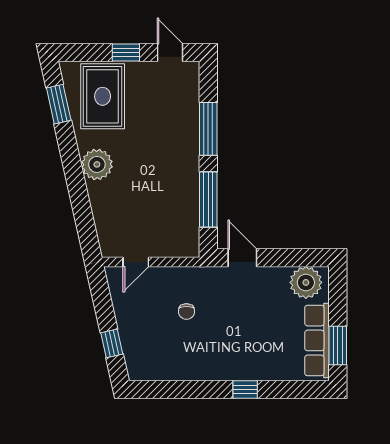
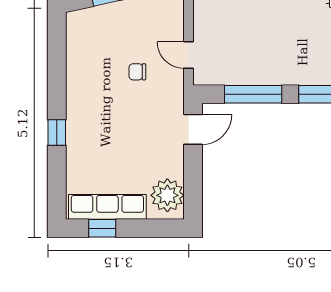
door: (136, 262) -> (189, 55), moved
window: (338, 346) -> (102, 228), width x0.67

